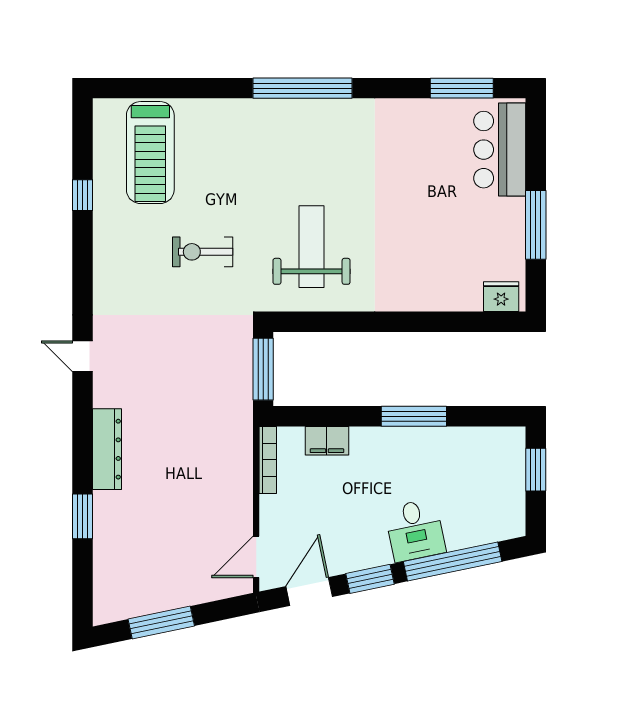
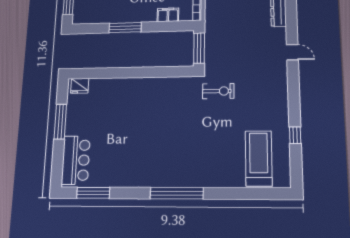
weight bench: (312, 247) -> (174, 109), removed
exercise bike: (203, 252) -> (218, 91), moved

